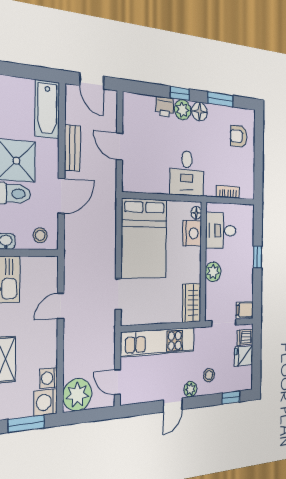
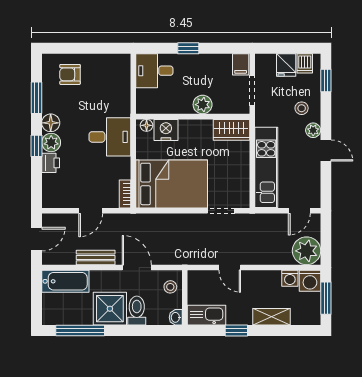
armchair: (239, 136) -> (70, 74), turned 90
bookcase: (228, 192) -> (125, 194), moved
desk: (221, 230) -> (154, 71), moved, turned 90
dishwasher: (245, 337) -> (305, 63), moved

